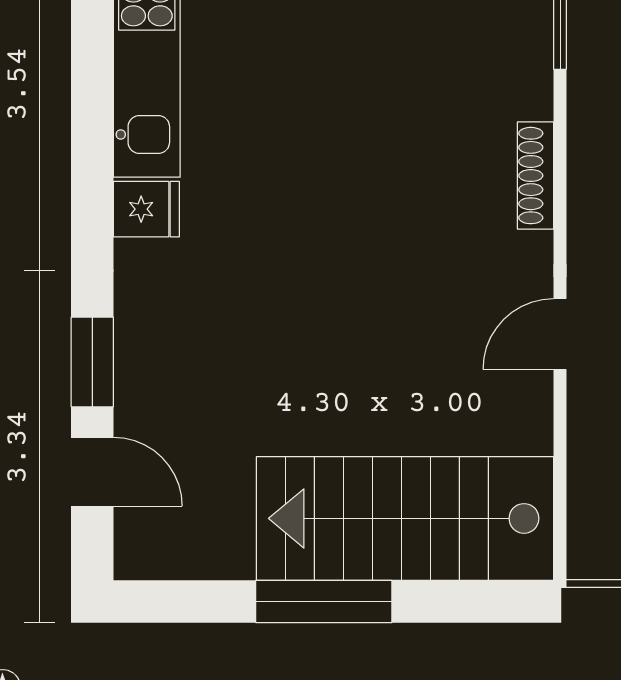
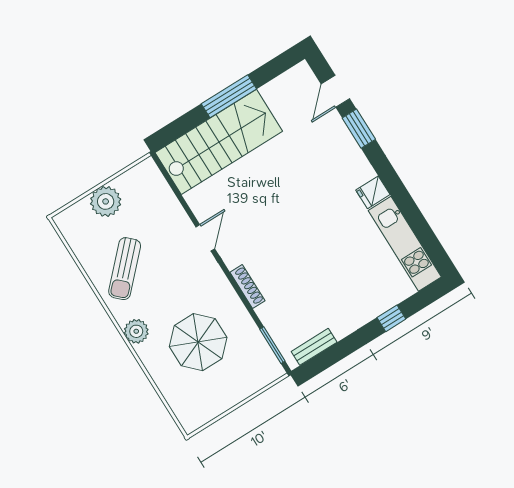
door: (92, 472) -> (335, 91), hinge flipped

